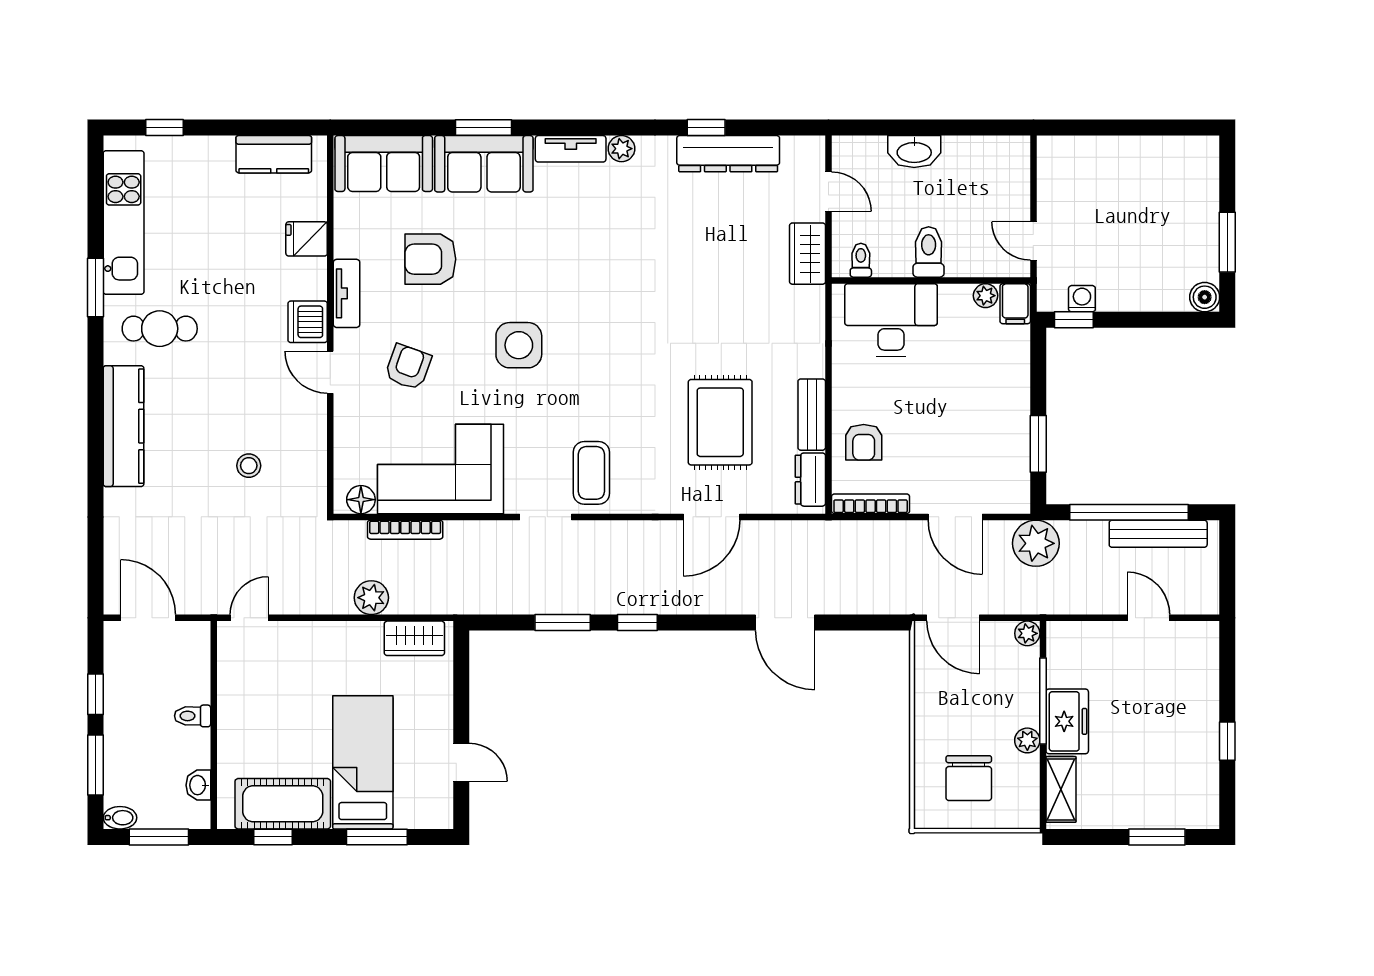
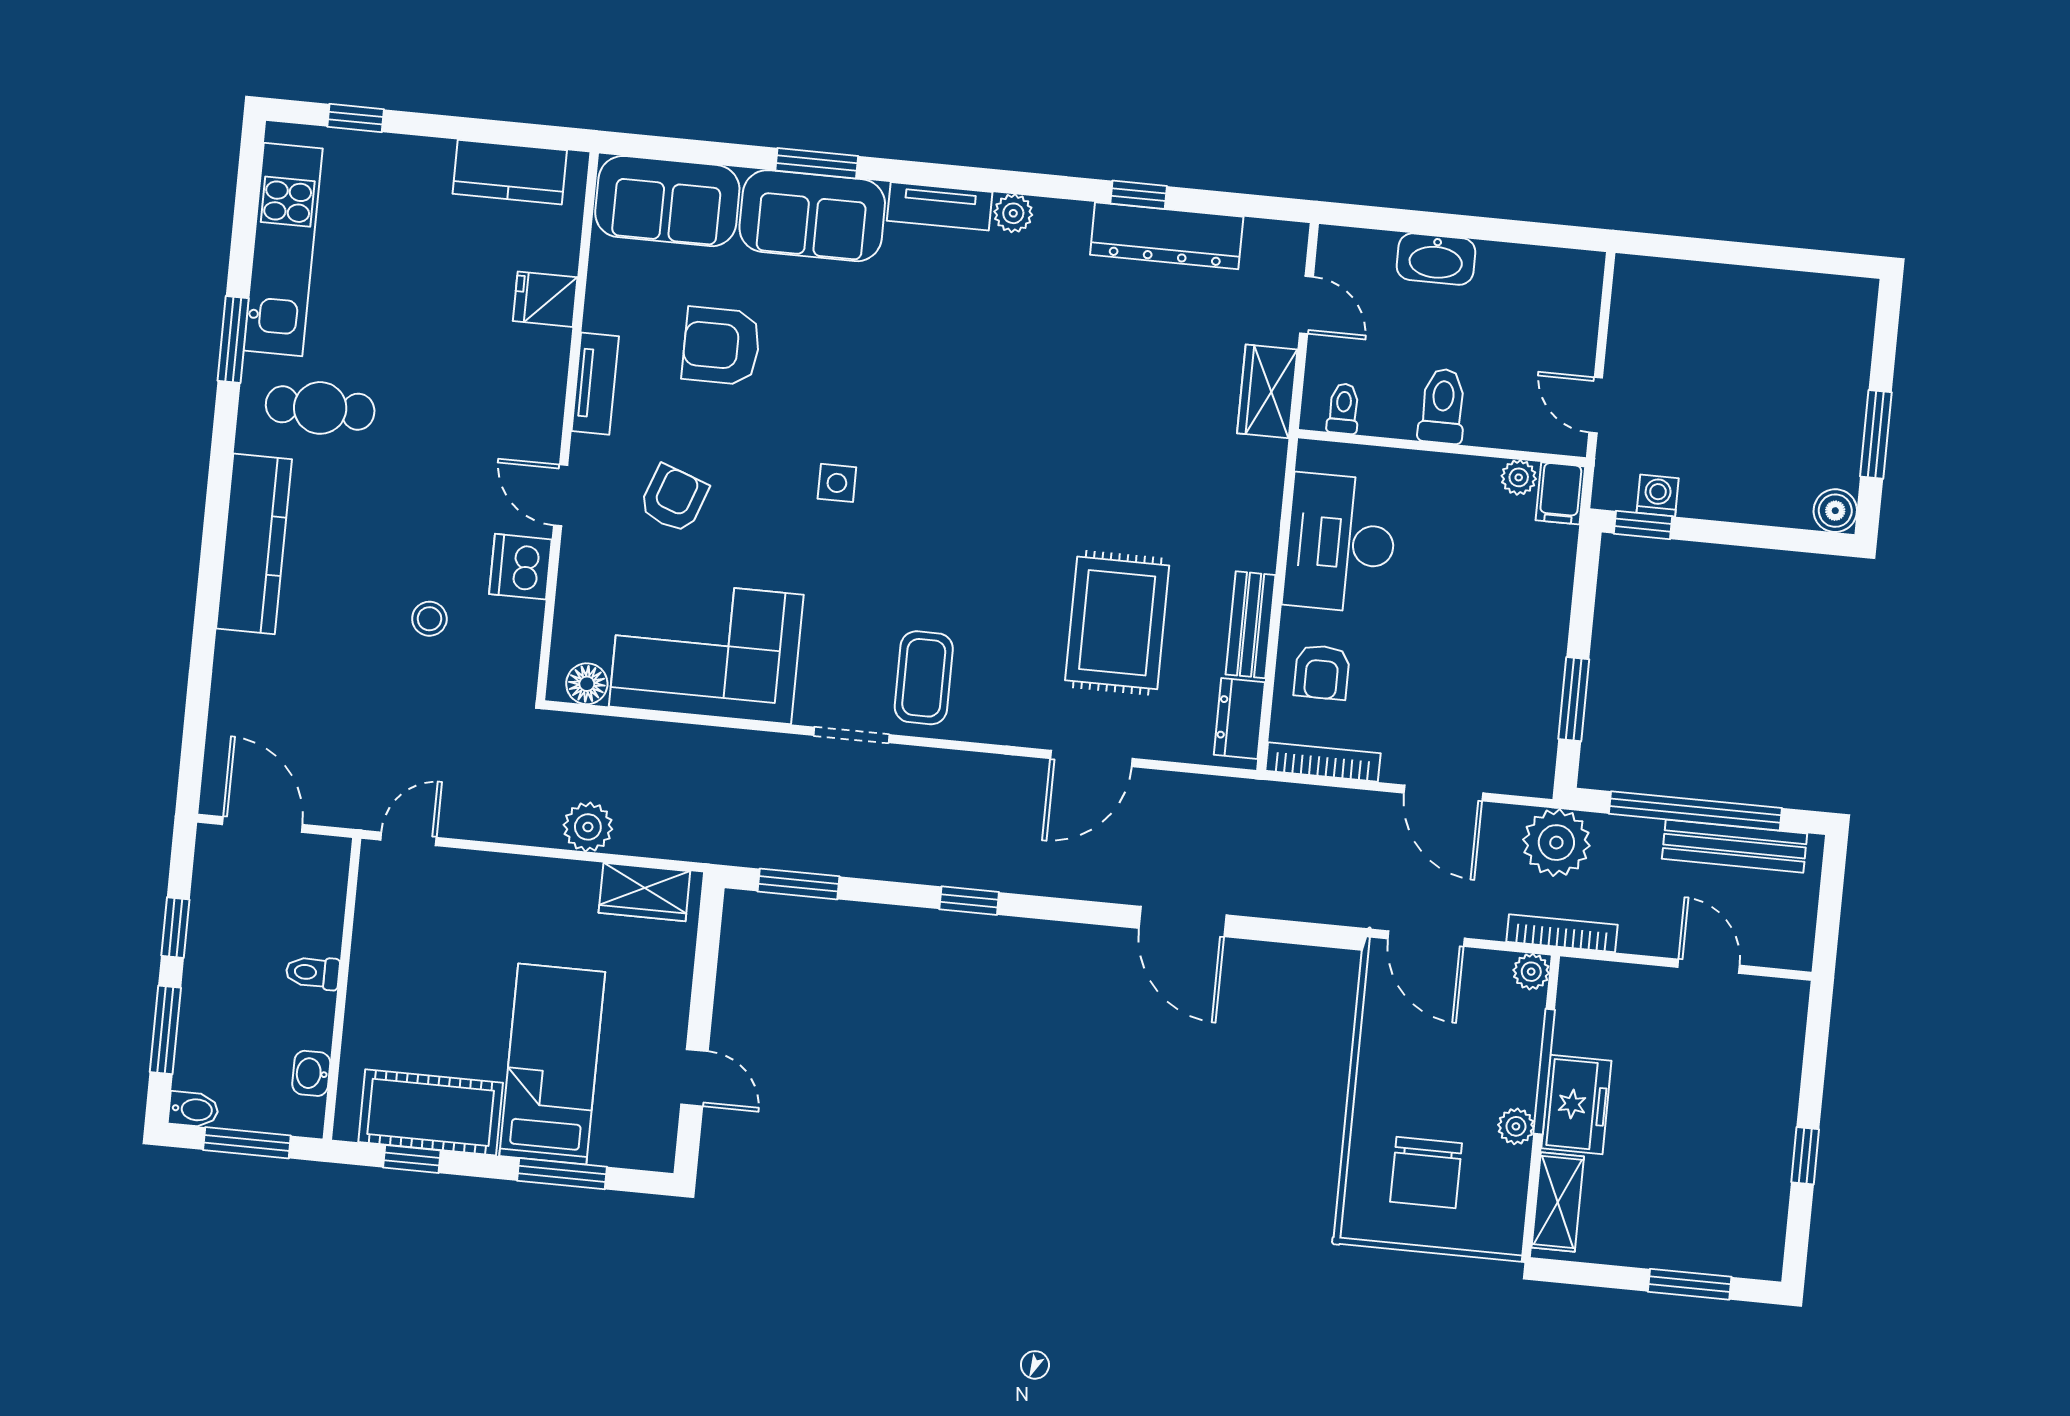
desk: (891, 320) -> (1341, 543), moved, turned -90
dishwasher: (308, 322) -> (520, 567), moved
side table: (519, 345) -> (837, 483), width x0.54, depth x0.54
bookcase: (405, 530) -> (1562, 933), moved, turned 180
window: (563, 623) -> (799, 884), moved

